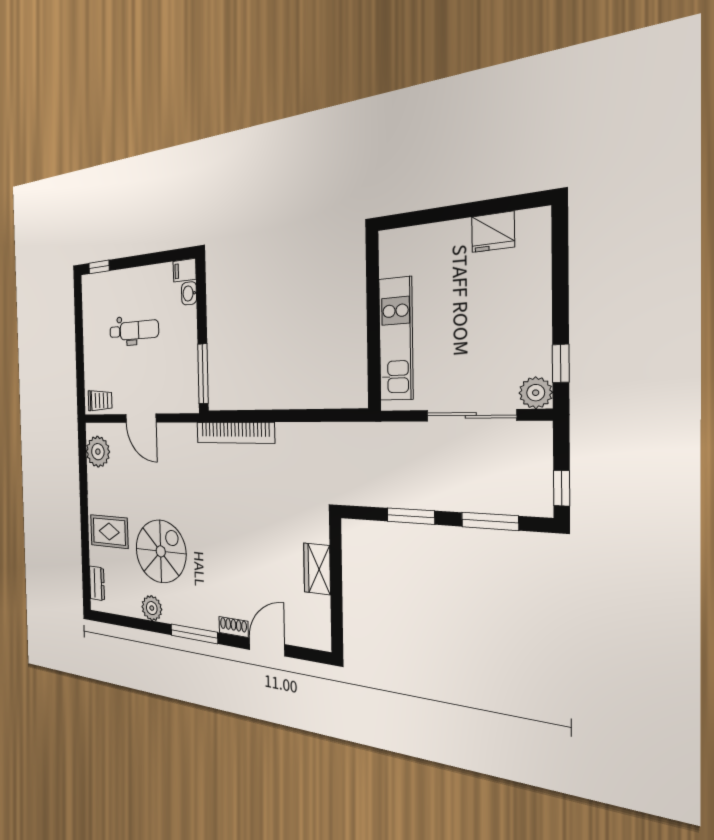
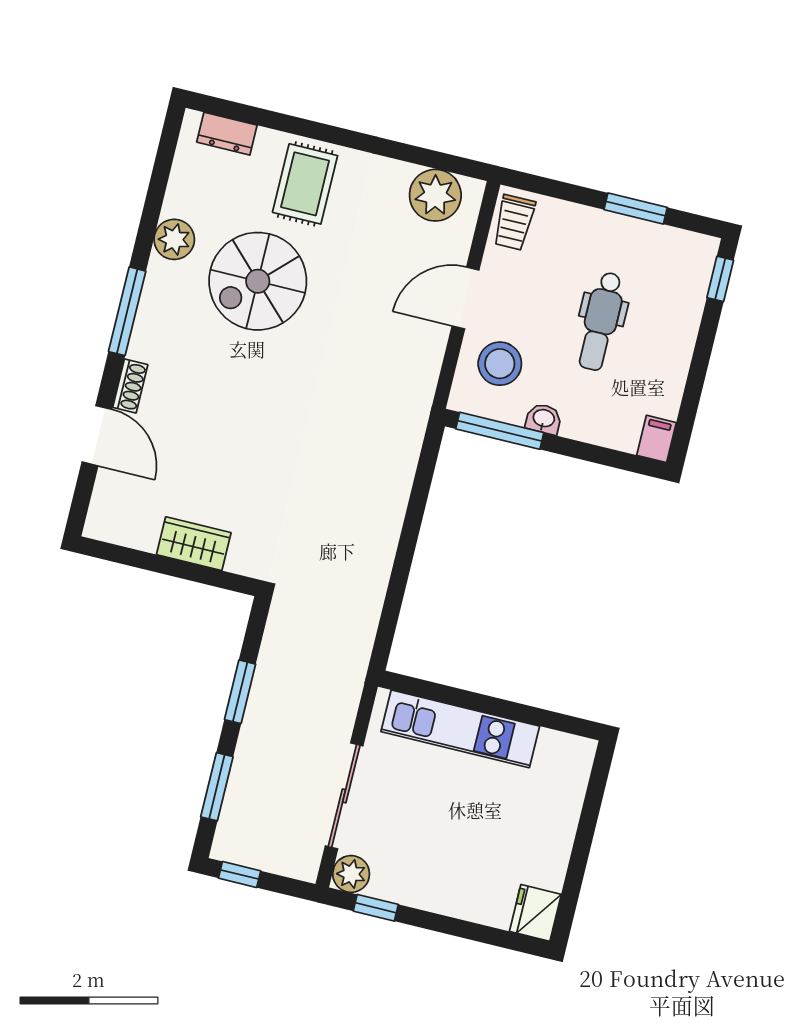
fridge: (493, 232) -> (535, 913), moved
washbasin: (189, 293) -> (544, 419), moved
window: (79, 331) -> (636, 209), added
stool: (168, 386) -> (500, 364), added
bookcase: (235, 433) -> (403, 463), removed
spiral stairs: (161, 551) -> (258, 281), turned 90

